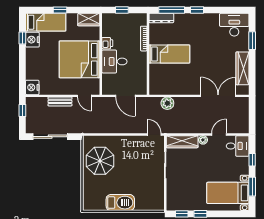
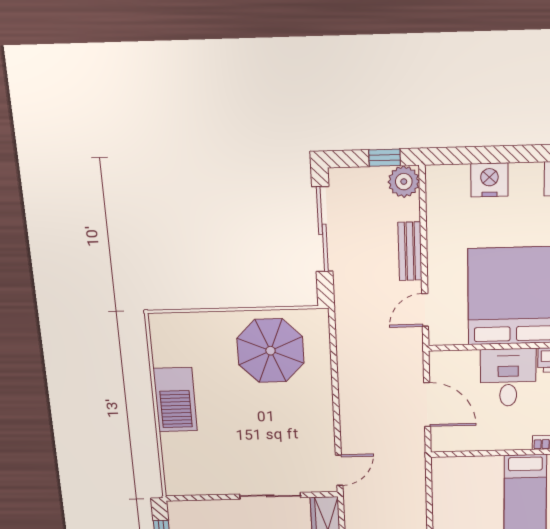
nightstand: (32, 87) -> (489, 180), moved
door: (125, 96) -> (427, 405), swing flipped
plant: (167, 103) -> (404, 182), moved

